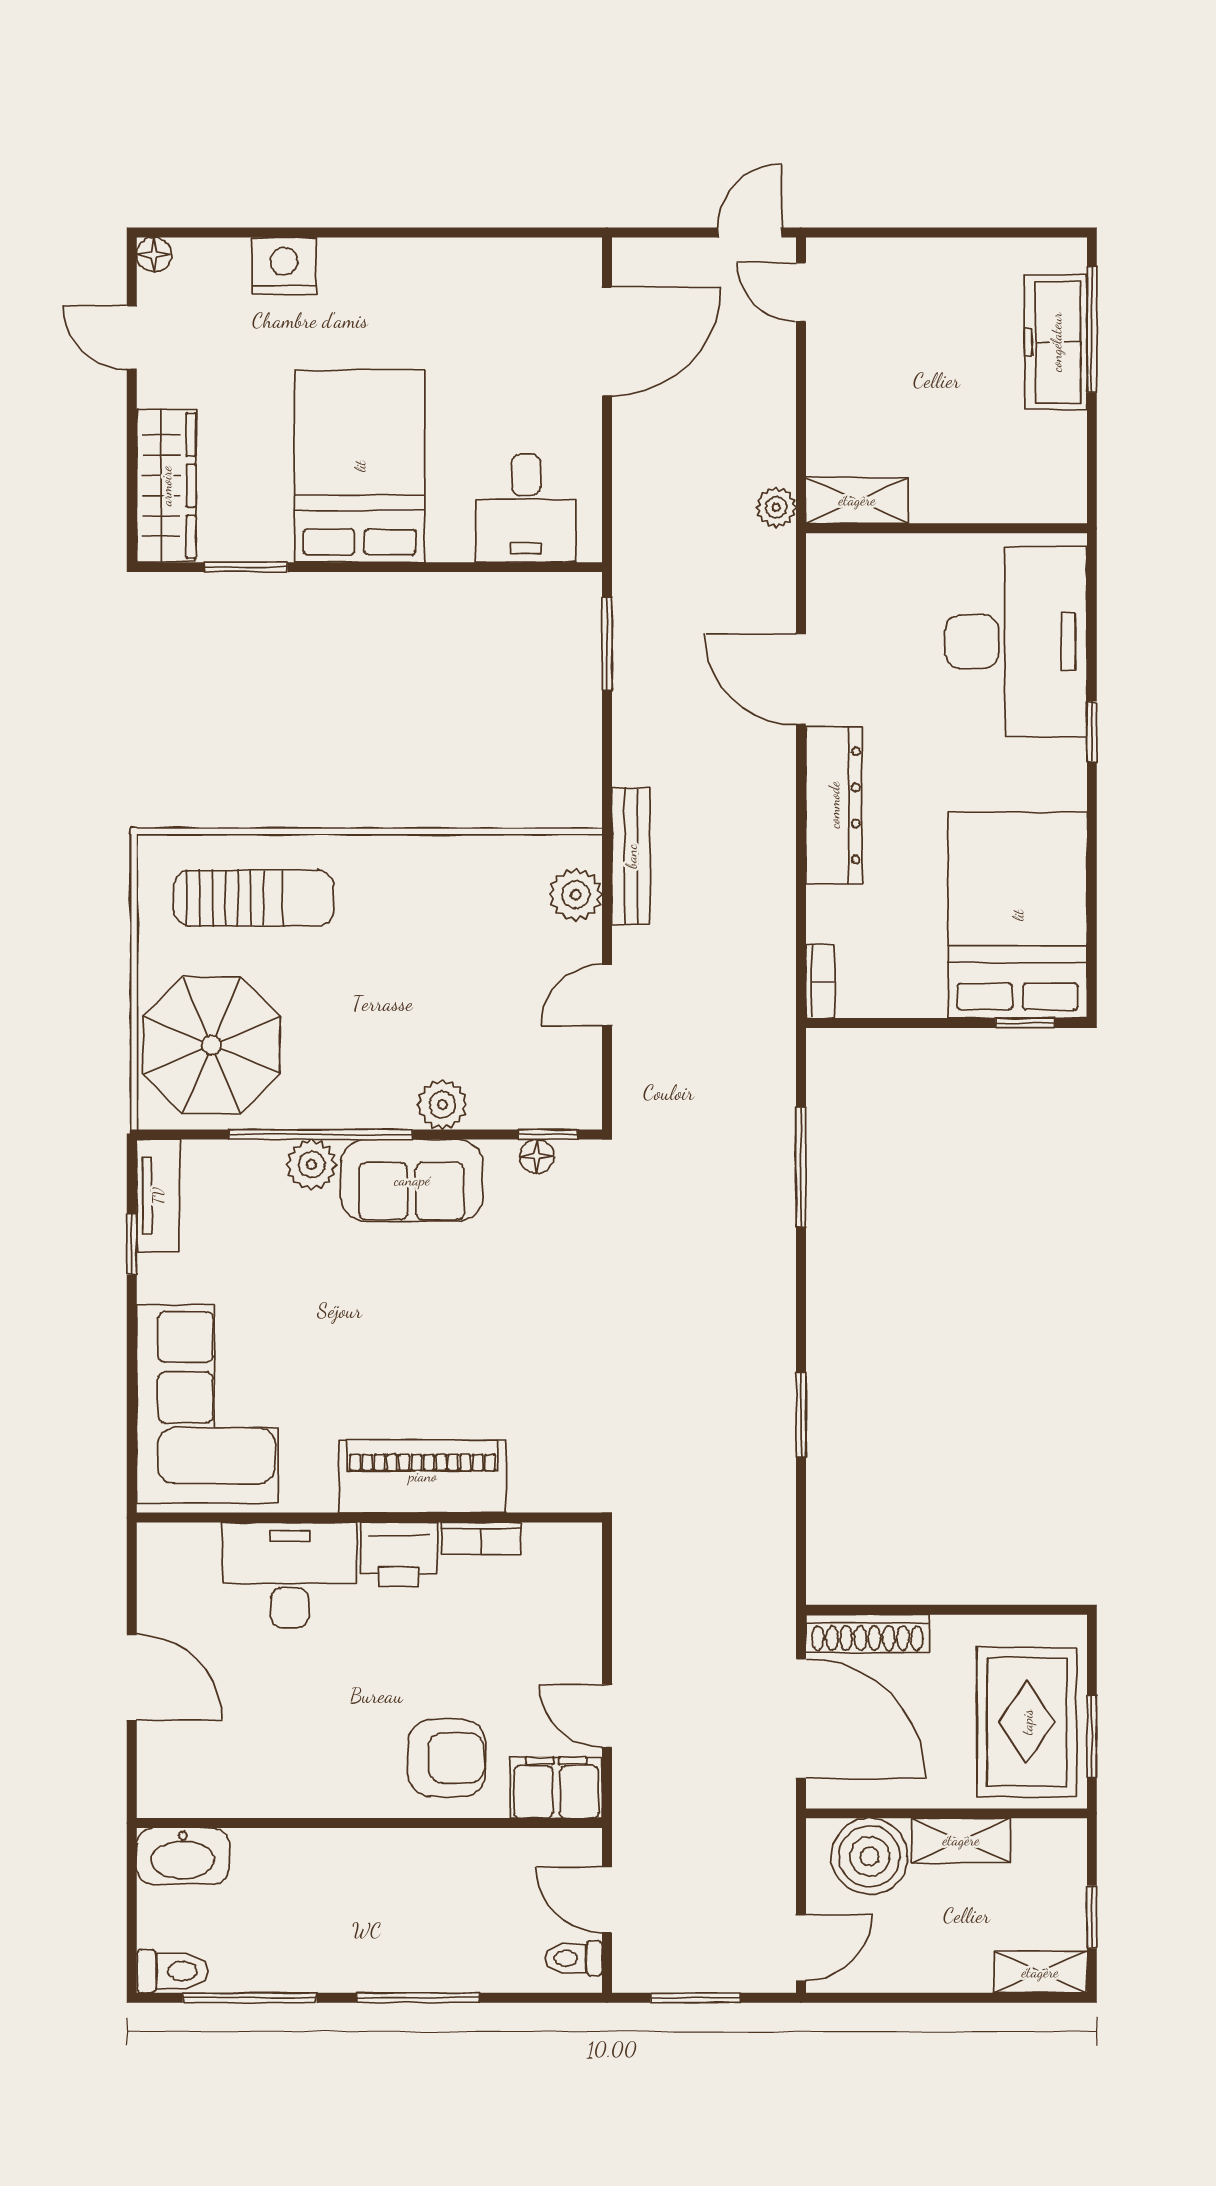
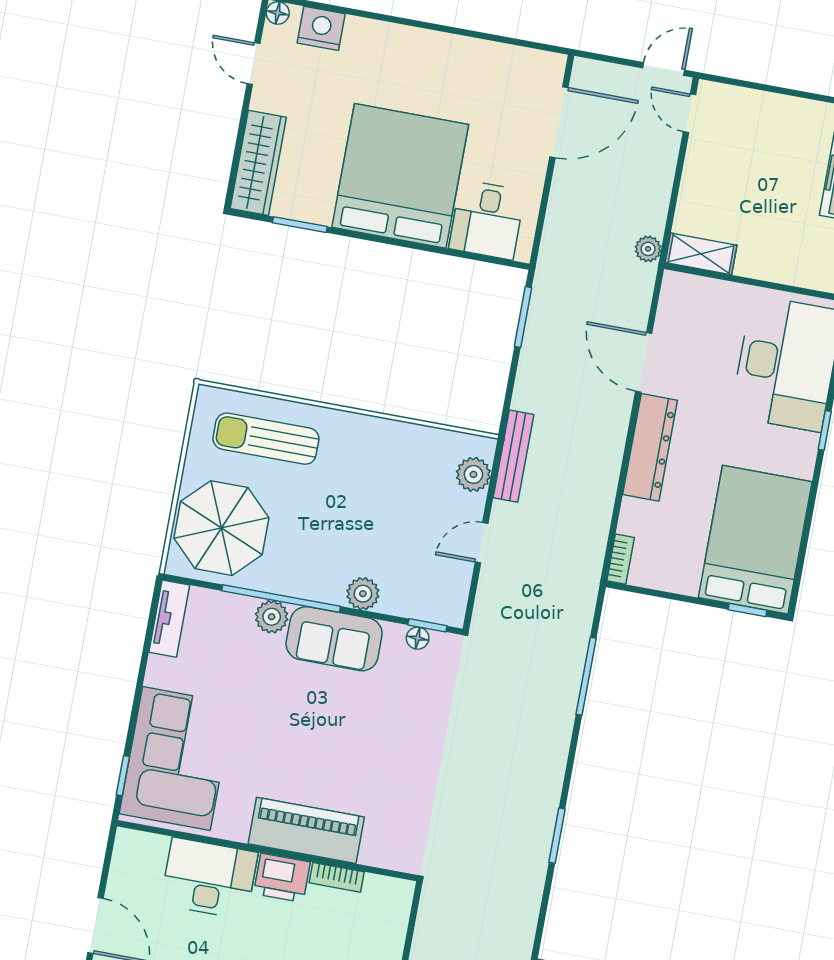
nightstand: (284, 266) -> (321, 28), moved
bed: (360, 466) -> (400, 176), width x1.36
sun lounger: (254, 898) -> (266, 439), turned 180
window: (132, 1244) -> (123, 776), moved

